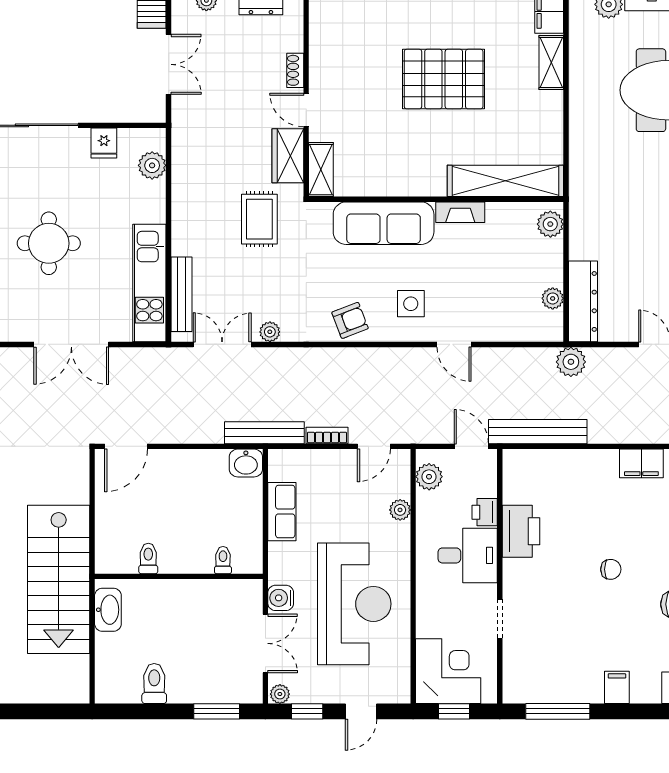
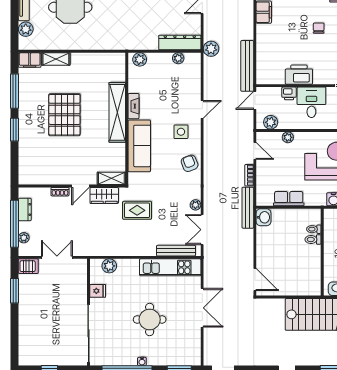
shelving: (505, 181) -> (117, 112), moved
toilet: (148, 558) -> (313, 239), moved

